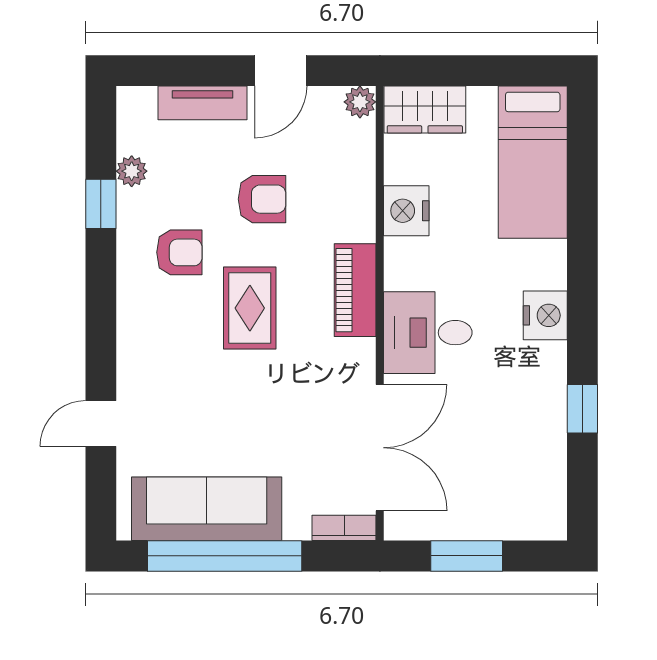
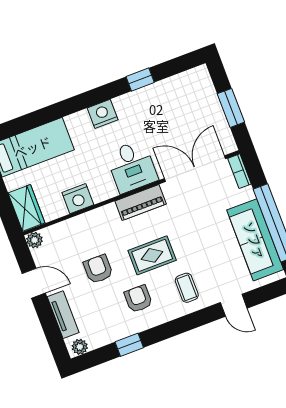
plant: (132, 171) -> (80, 347), moved
piano: (355, 290) -> (141, 203), moved
coffee table: (166, 349) -> (187, 288), added

